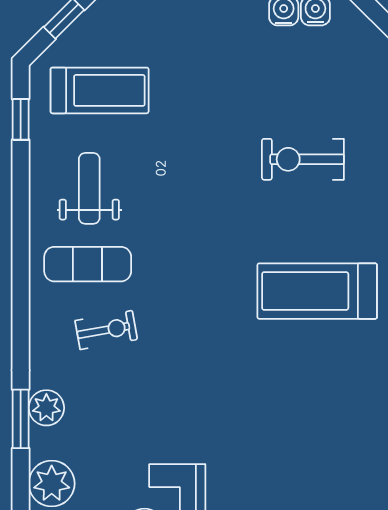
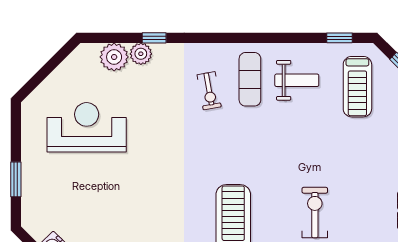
plant: (46, 408) -> (141, 54), moved
window: (21, 419) -> (154, 38), width x0.67

